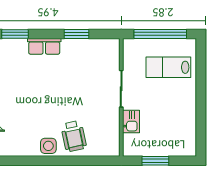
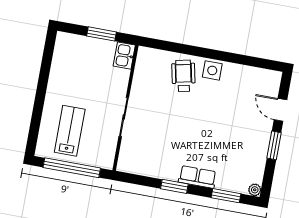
window: (77, 34) -> (174, 186), moved
lab bench: (168, 67) -> (70, 131), turned -90
kitchen sink: (131, 122) -> (124, 56), moved

